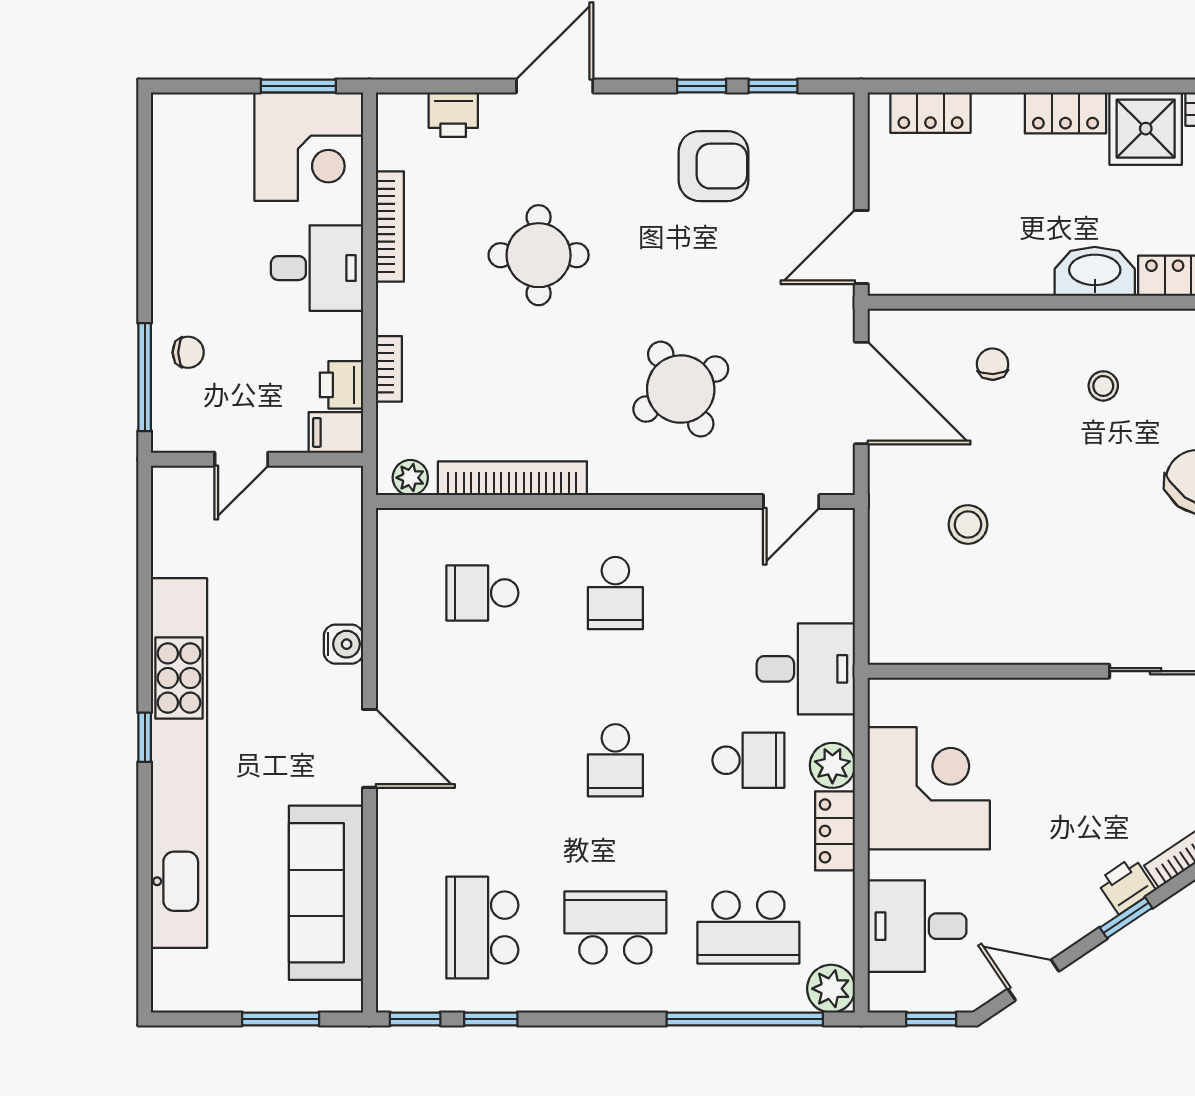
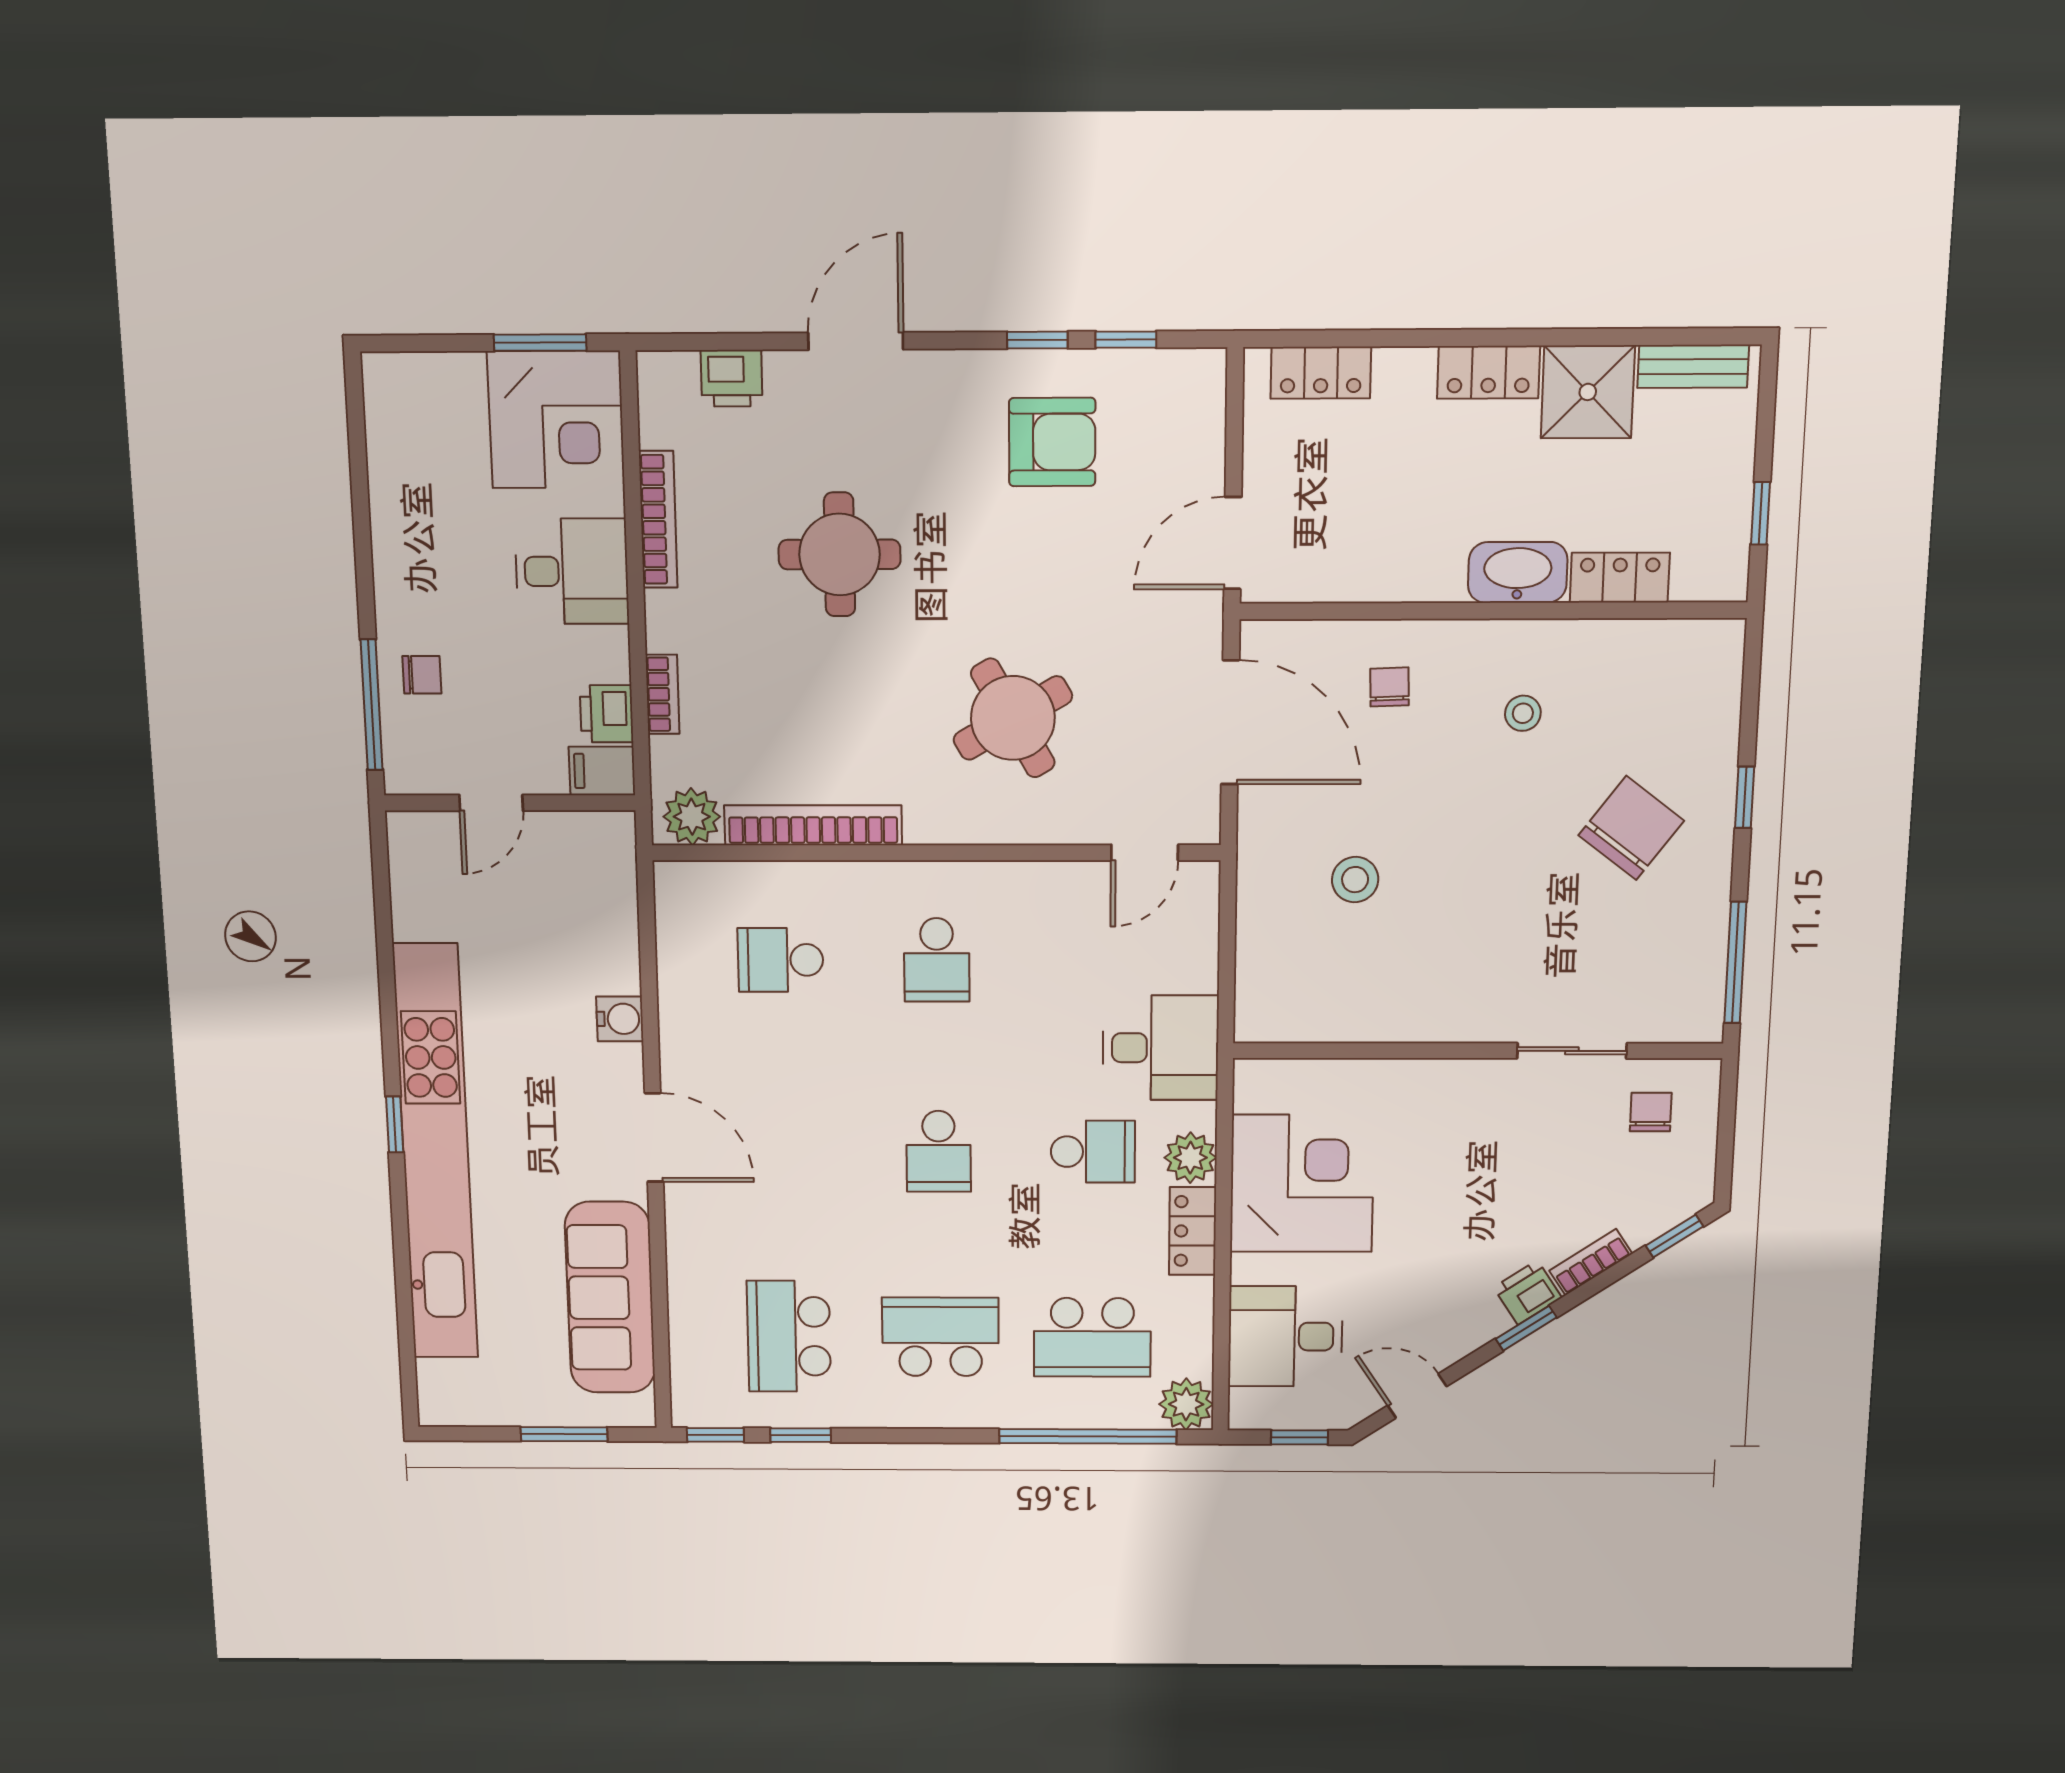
plant: (410, 478) -> (692, 817), width x1.38, depth x1.38

